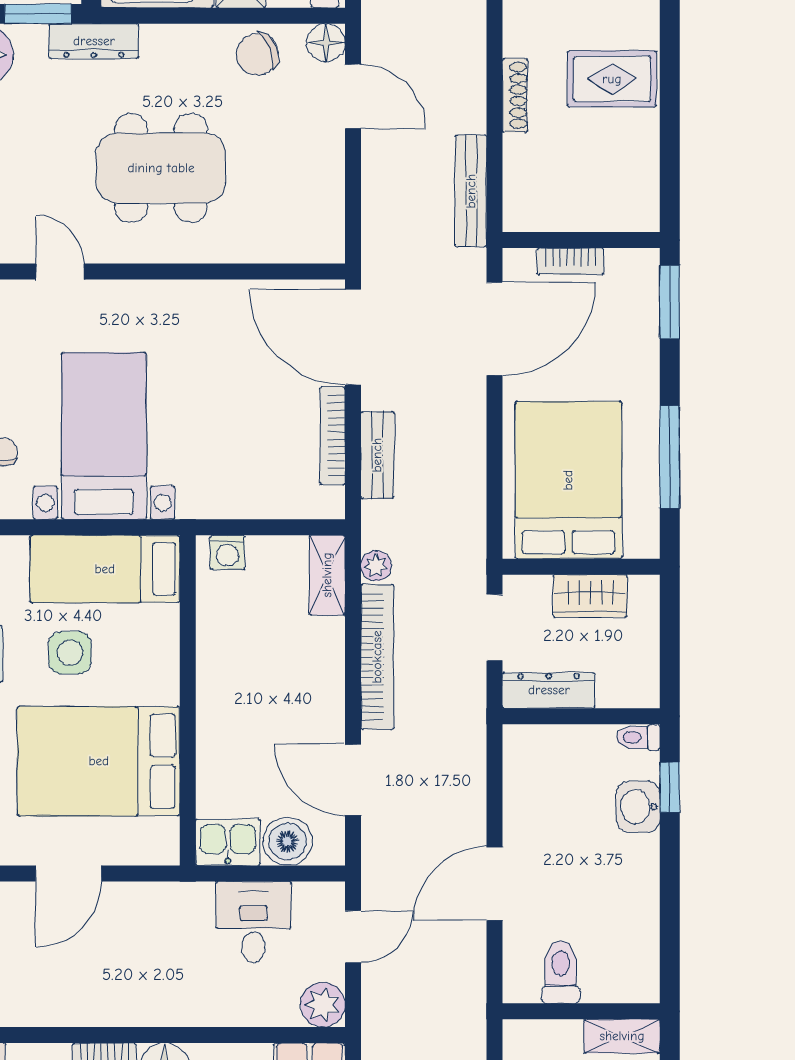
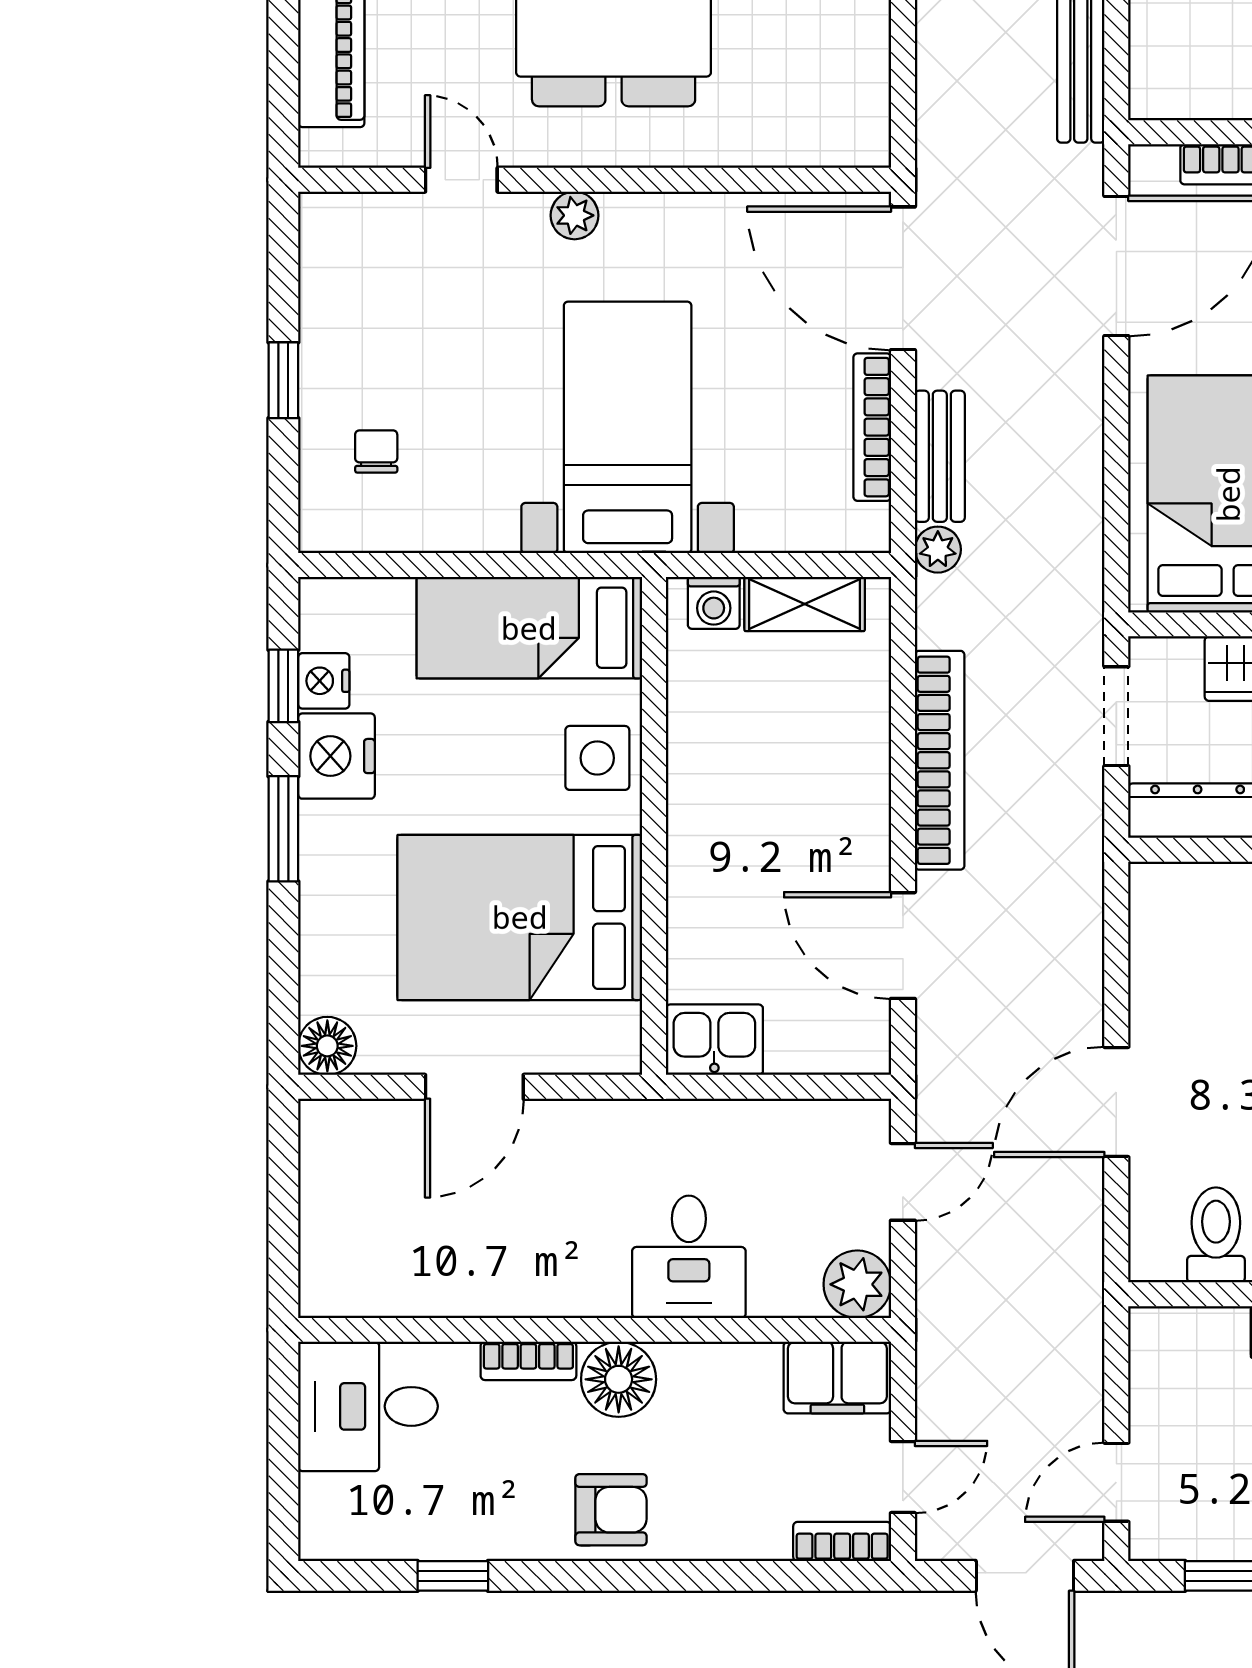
plant: (135, 295) -> (575, 215), added
bed with nightstands: (104, 436) -> (628, 427), moved
plant: (376, 566) -> (938, 550), moved
shelving: (327, 575) -> (805, 604), moved, turned 90
side table: (70, 653) -> (597, 758), moved
boiler: (288, 841) -> (804, 1038), removed
desk: (253, 922) -> (689, 1257), moved, turned 180

